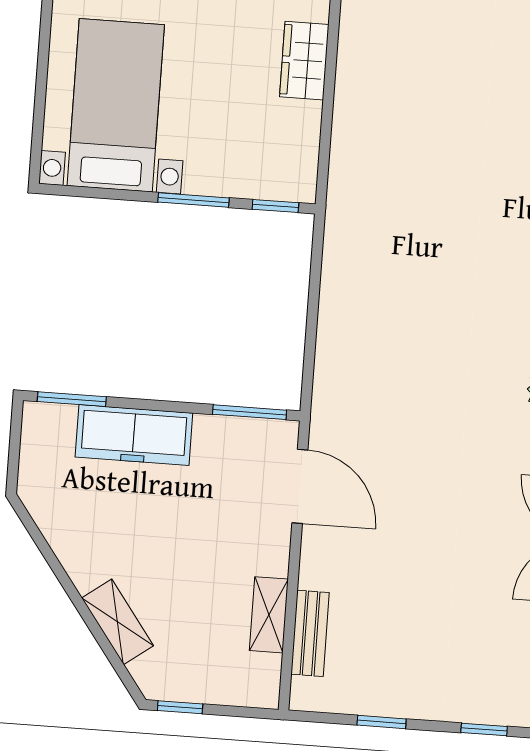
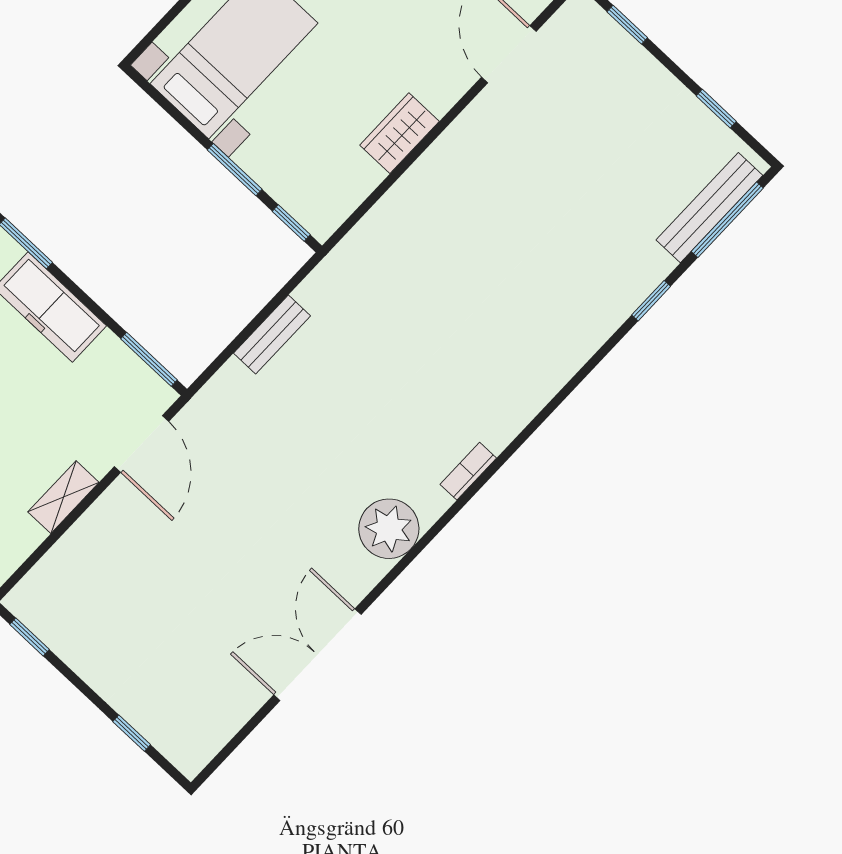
shelving: (269, 615) -> (63, 497), moved
bench: (310, 633) -> (272, 334), moved
window: (382, 722) -> (30, 637), moved

